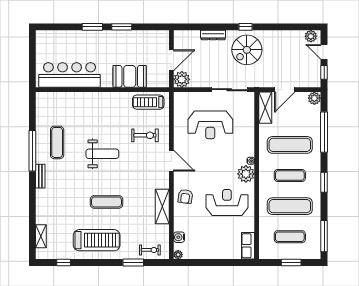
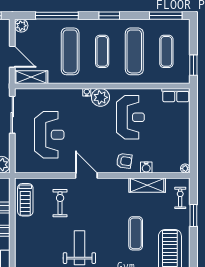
door: (171, 161) -> (86, 175), hinge flipped
exercise mat: (106, 202) -> (136, 233), moved
reception desk: (227, 202) -> (130, 117), turned 180
shelving: (162, 207) -> (147, 185), moved
water cooler: (179, 237) -> (146, 167), moved
window: (291, 262) -> (193, 65), moved

